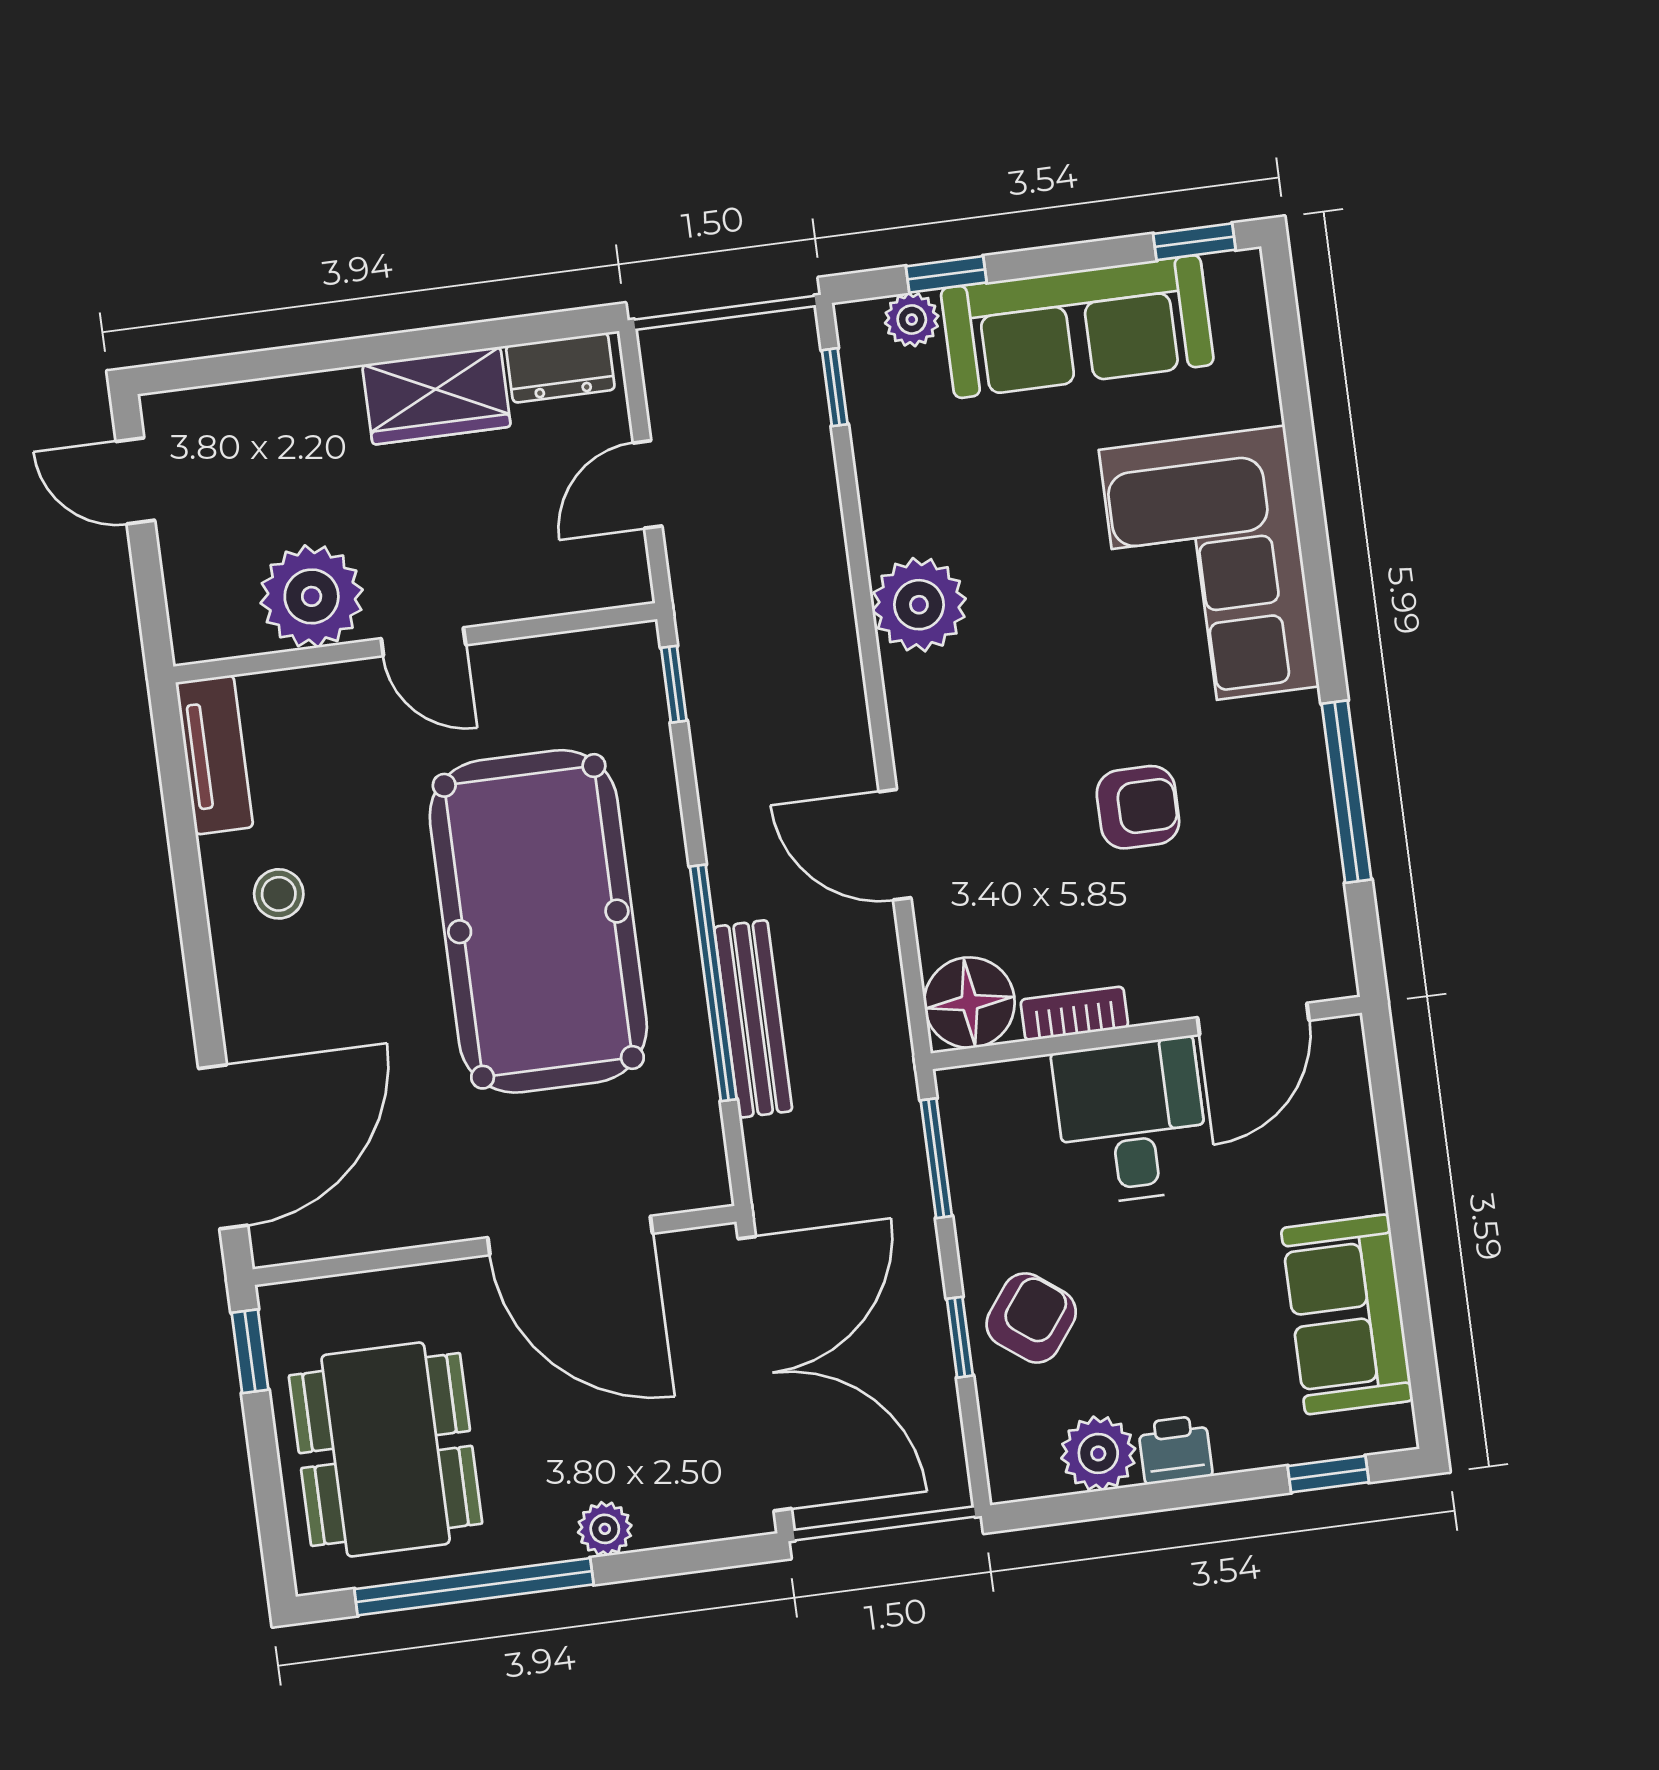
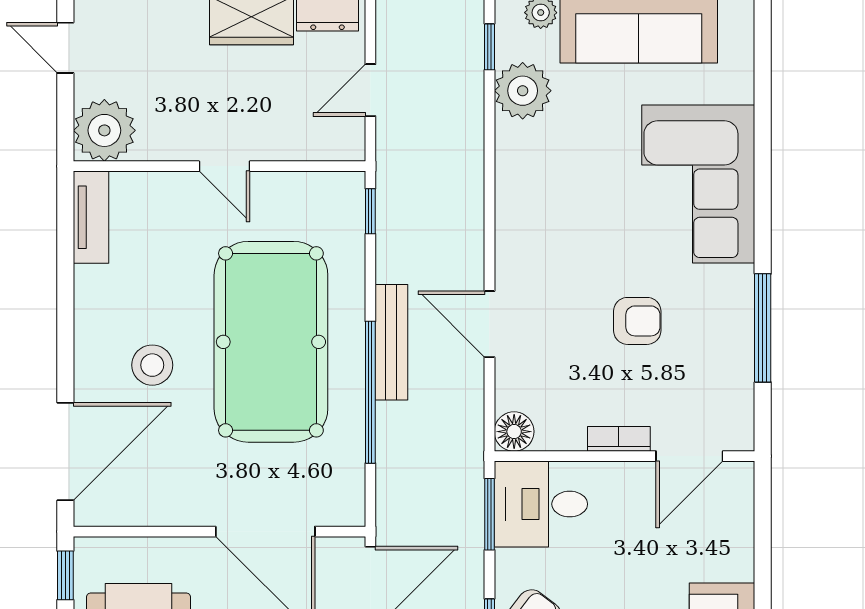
plant: (312, 596) -> (104, 130), moved
plant: (919, 605) -> (523, 91), moved
stool: (279, 894) -> (152, 365), moved, width x1.37, depth x1.37
floor lamp: (969, 1003) -> (514, 432), width x0.73, depth x0.73
bookcase: (1074, 1014) -> (619, 439), moved
bench: (753, 1019) -> (391, 342), moved
desk: (1131, 1121) -> (541, 504), moved, turned -90

